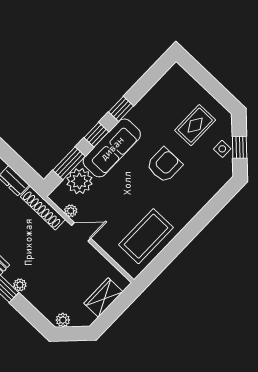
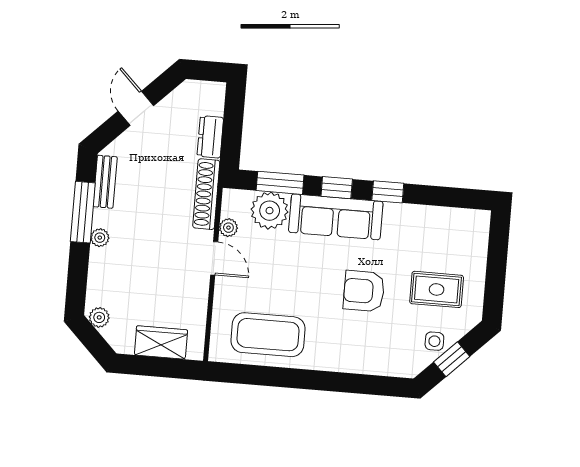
armchair: (164, 165) -> (364, 291), turned 180

